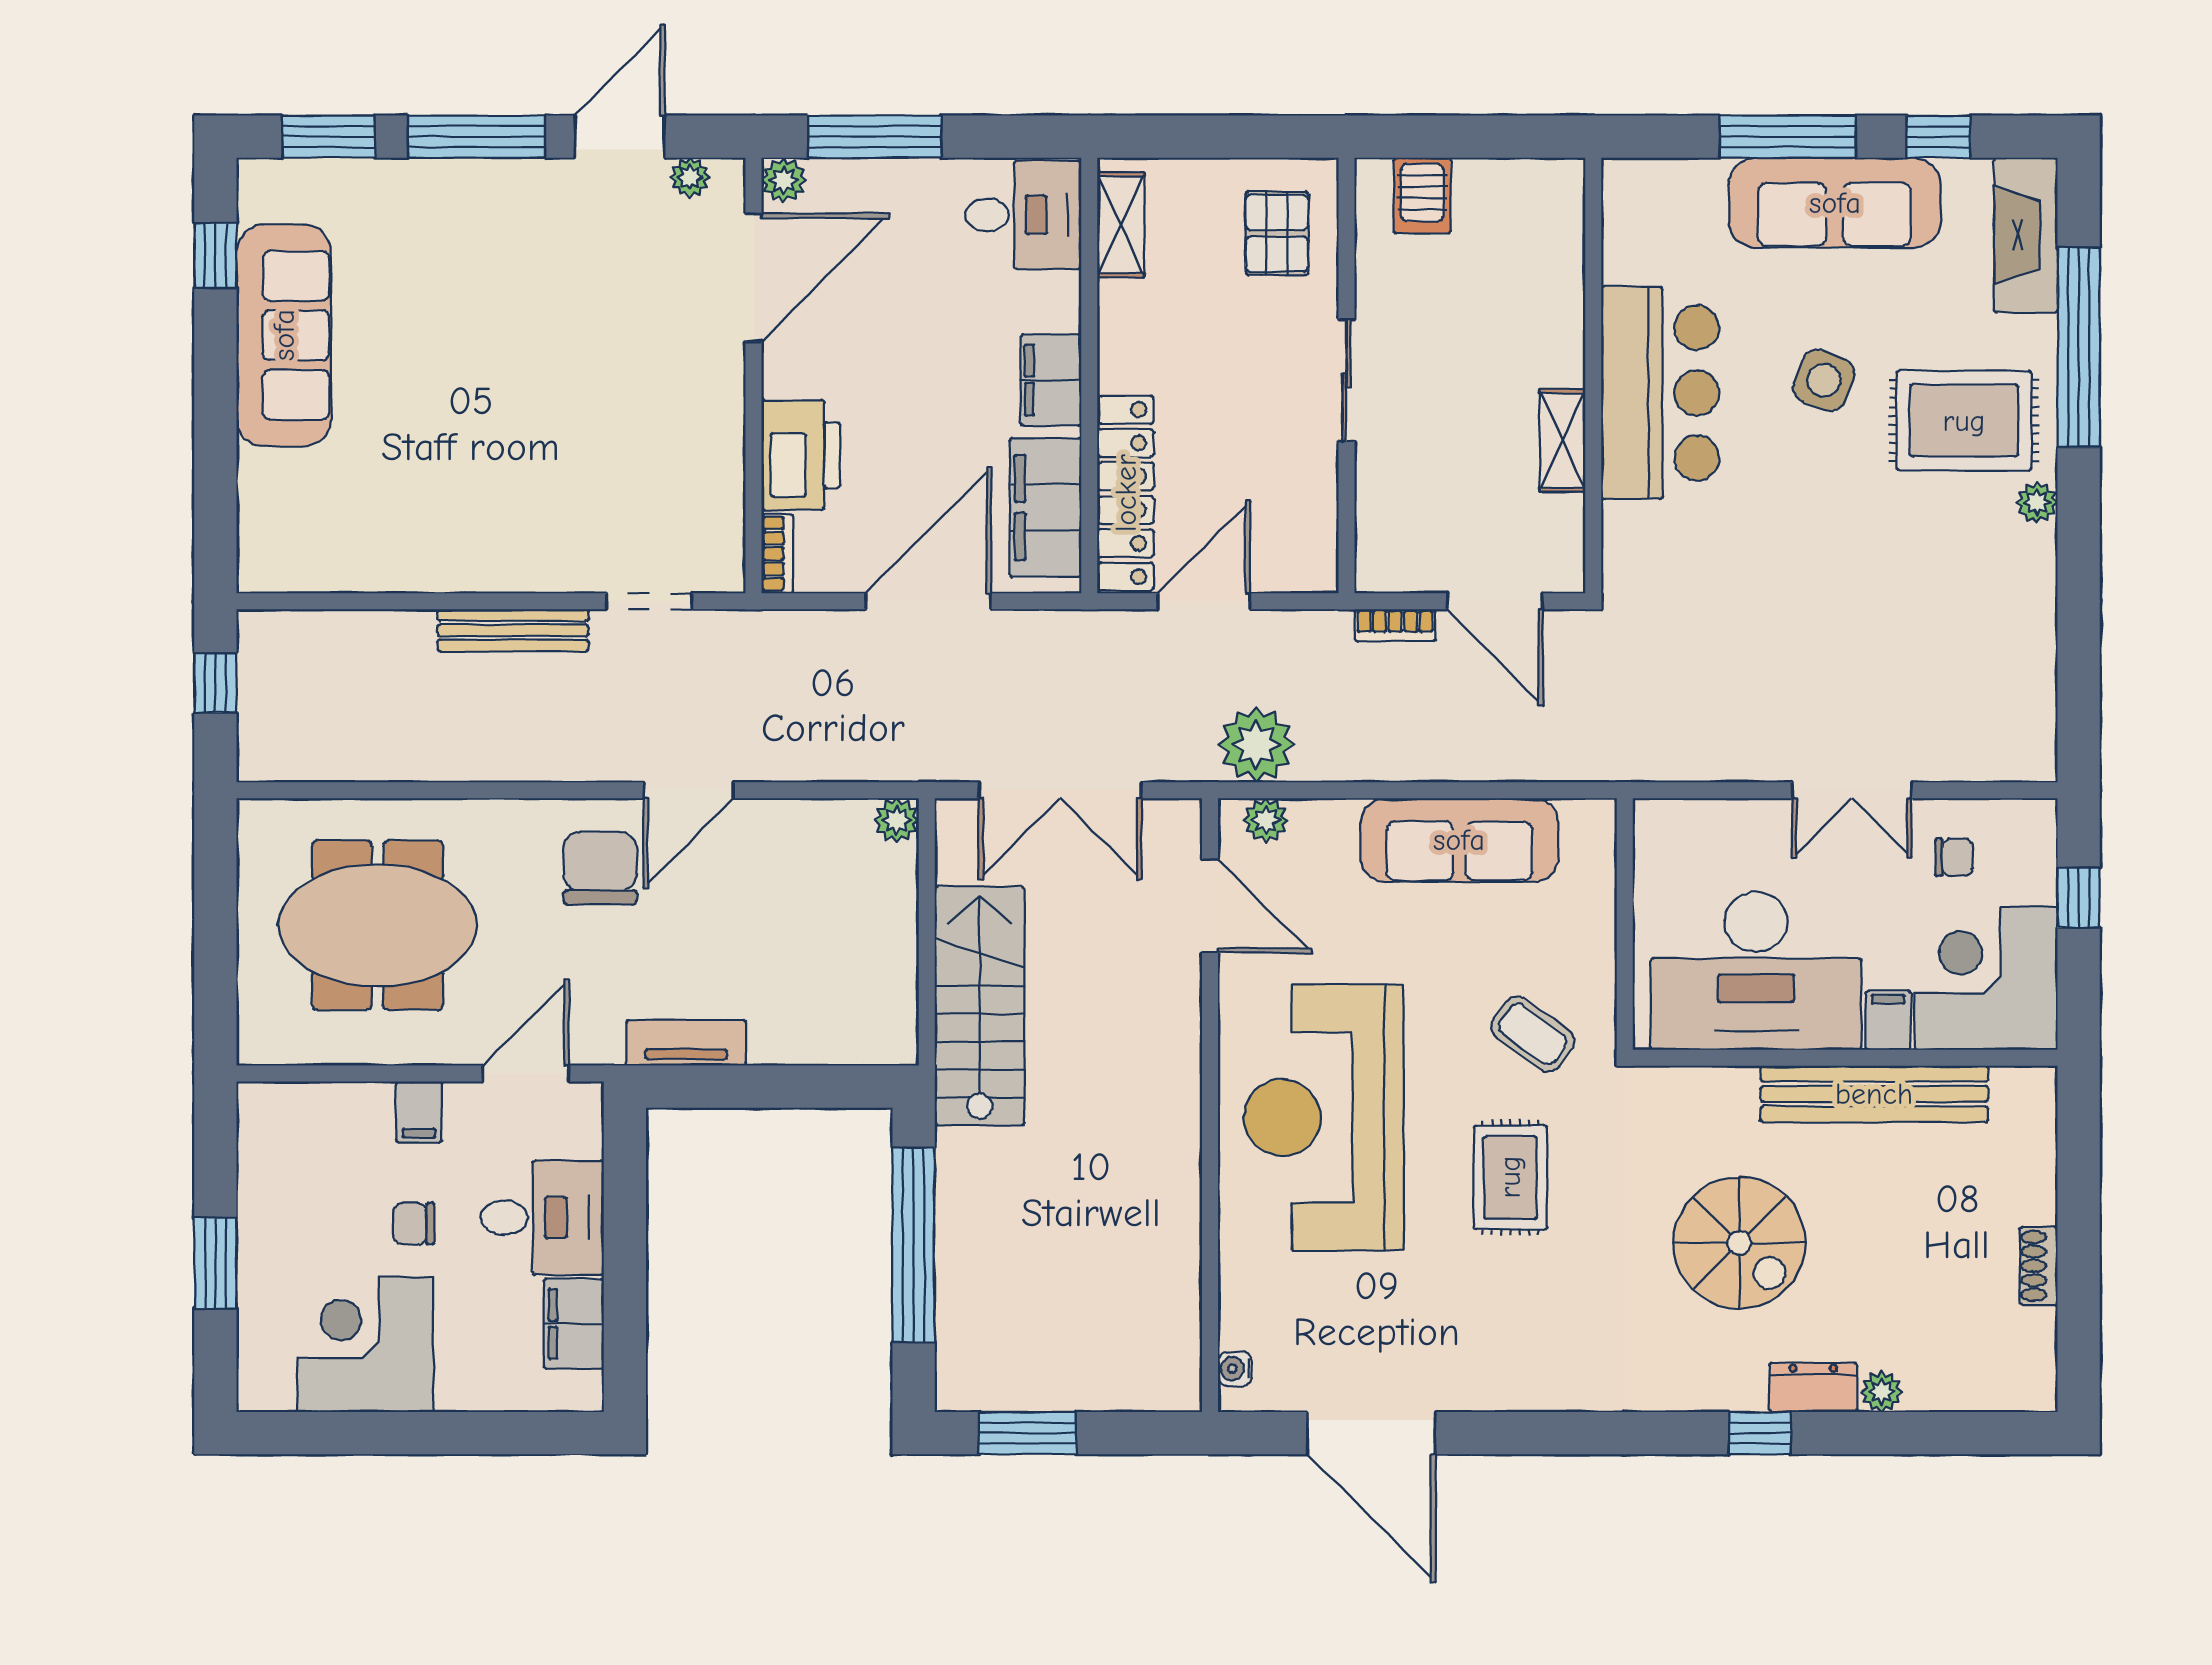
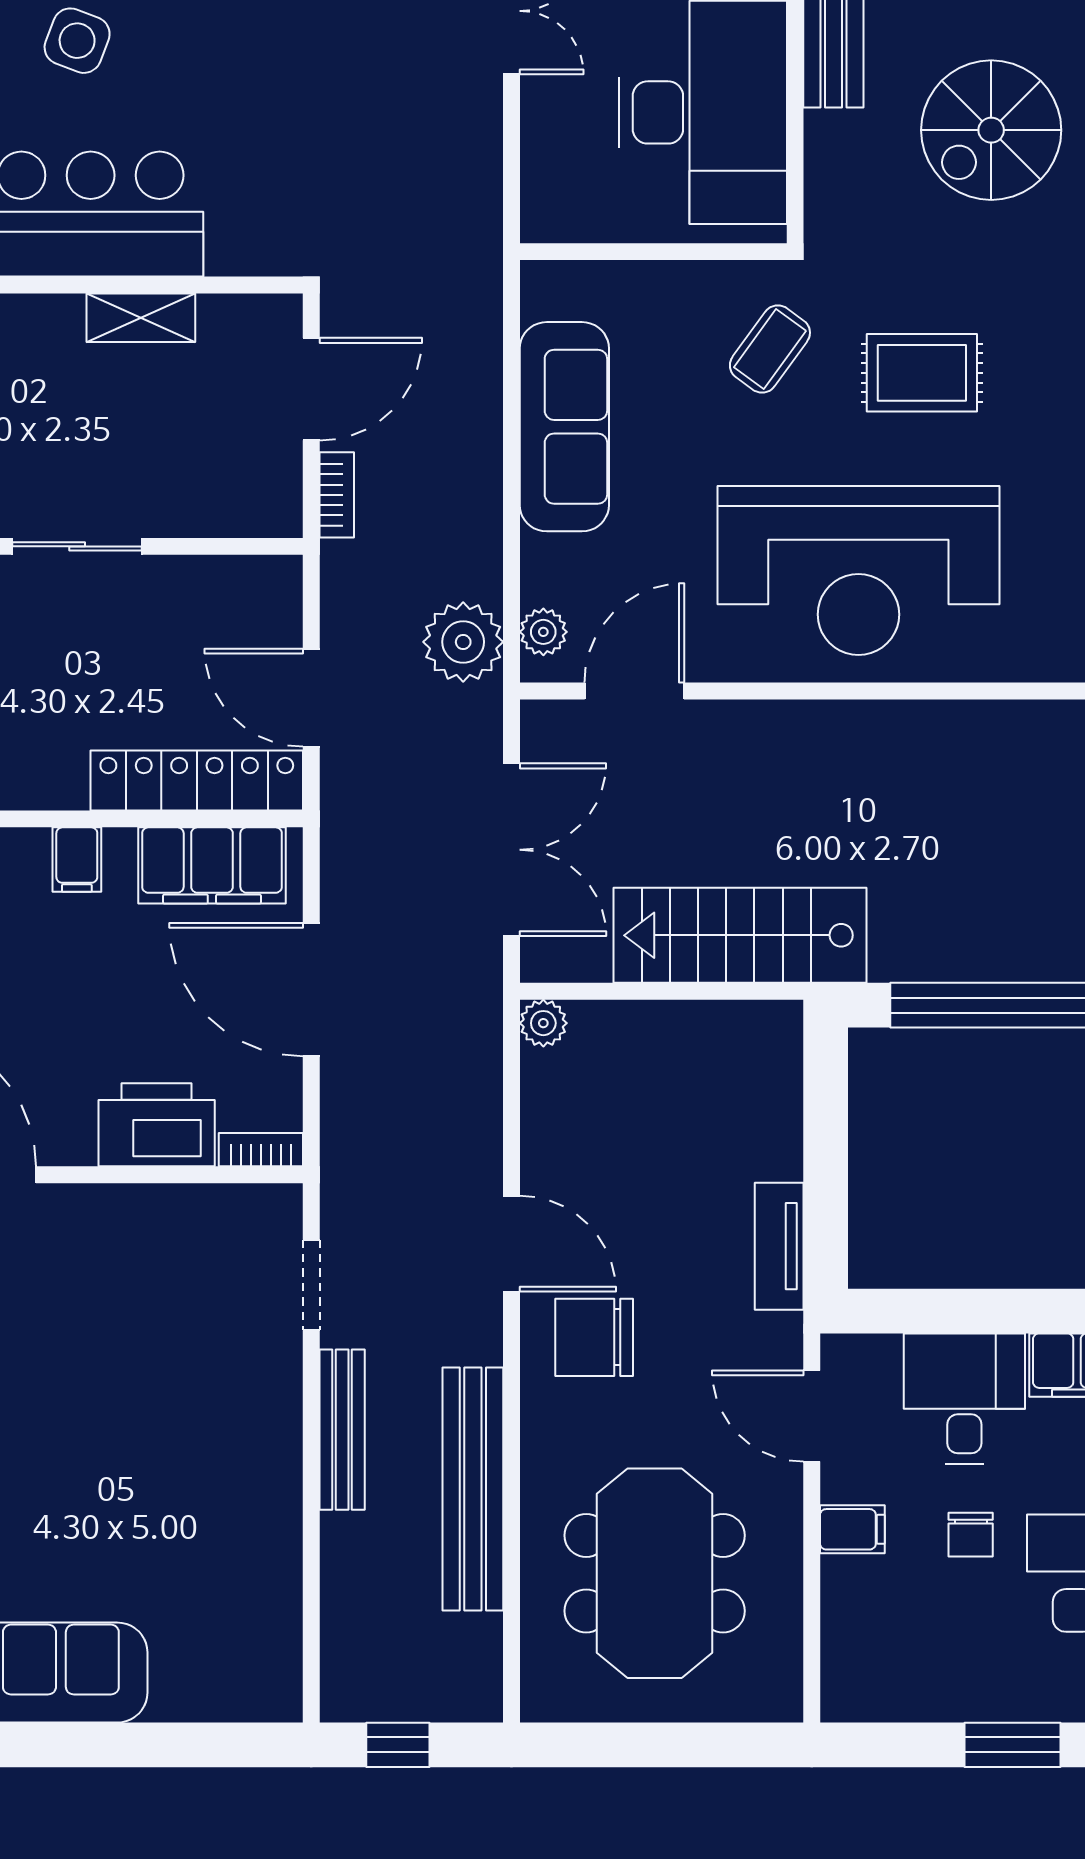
filing cabinet: (1051, 380) -> (77, 860), width x0.50
bench: (457, 754) -> (473, 1489), added
spiral stairs: (1739, 1243) -> (991, 130), turned 180

